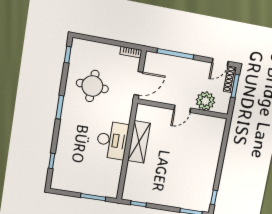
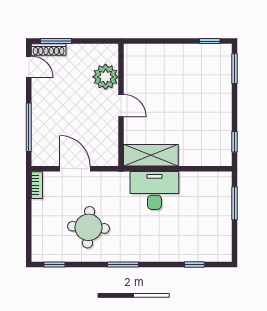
plant: (205, 101) -> (106, 77), moved
door: (182, 109) -> (121, 106), moved
wall: (183, 109) -> (121, 105), moved

